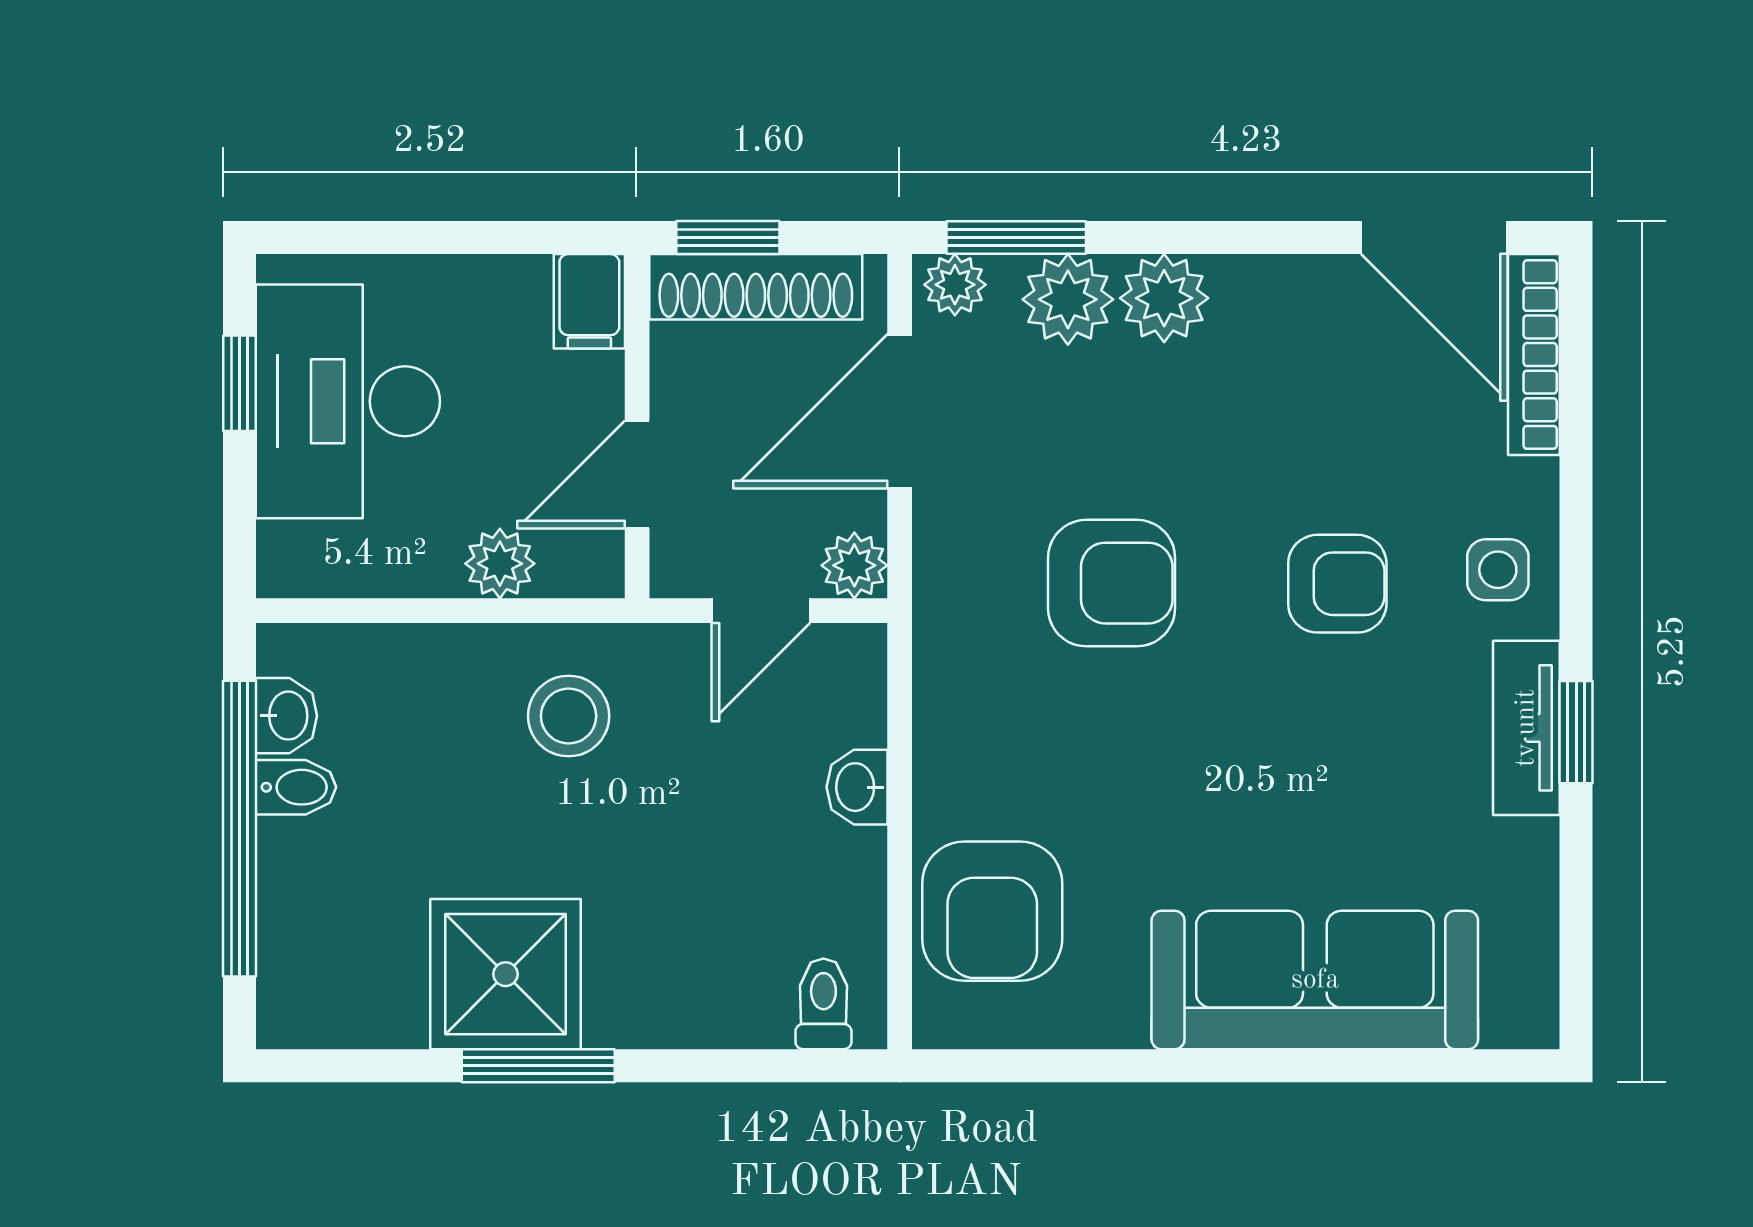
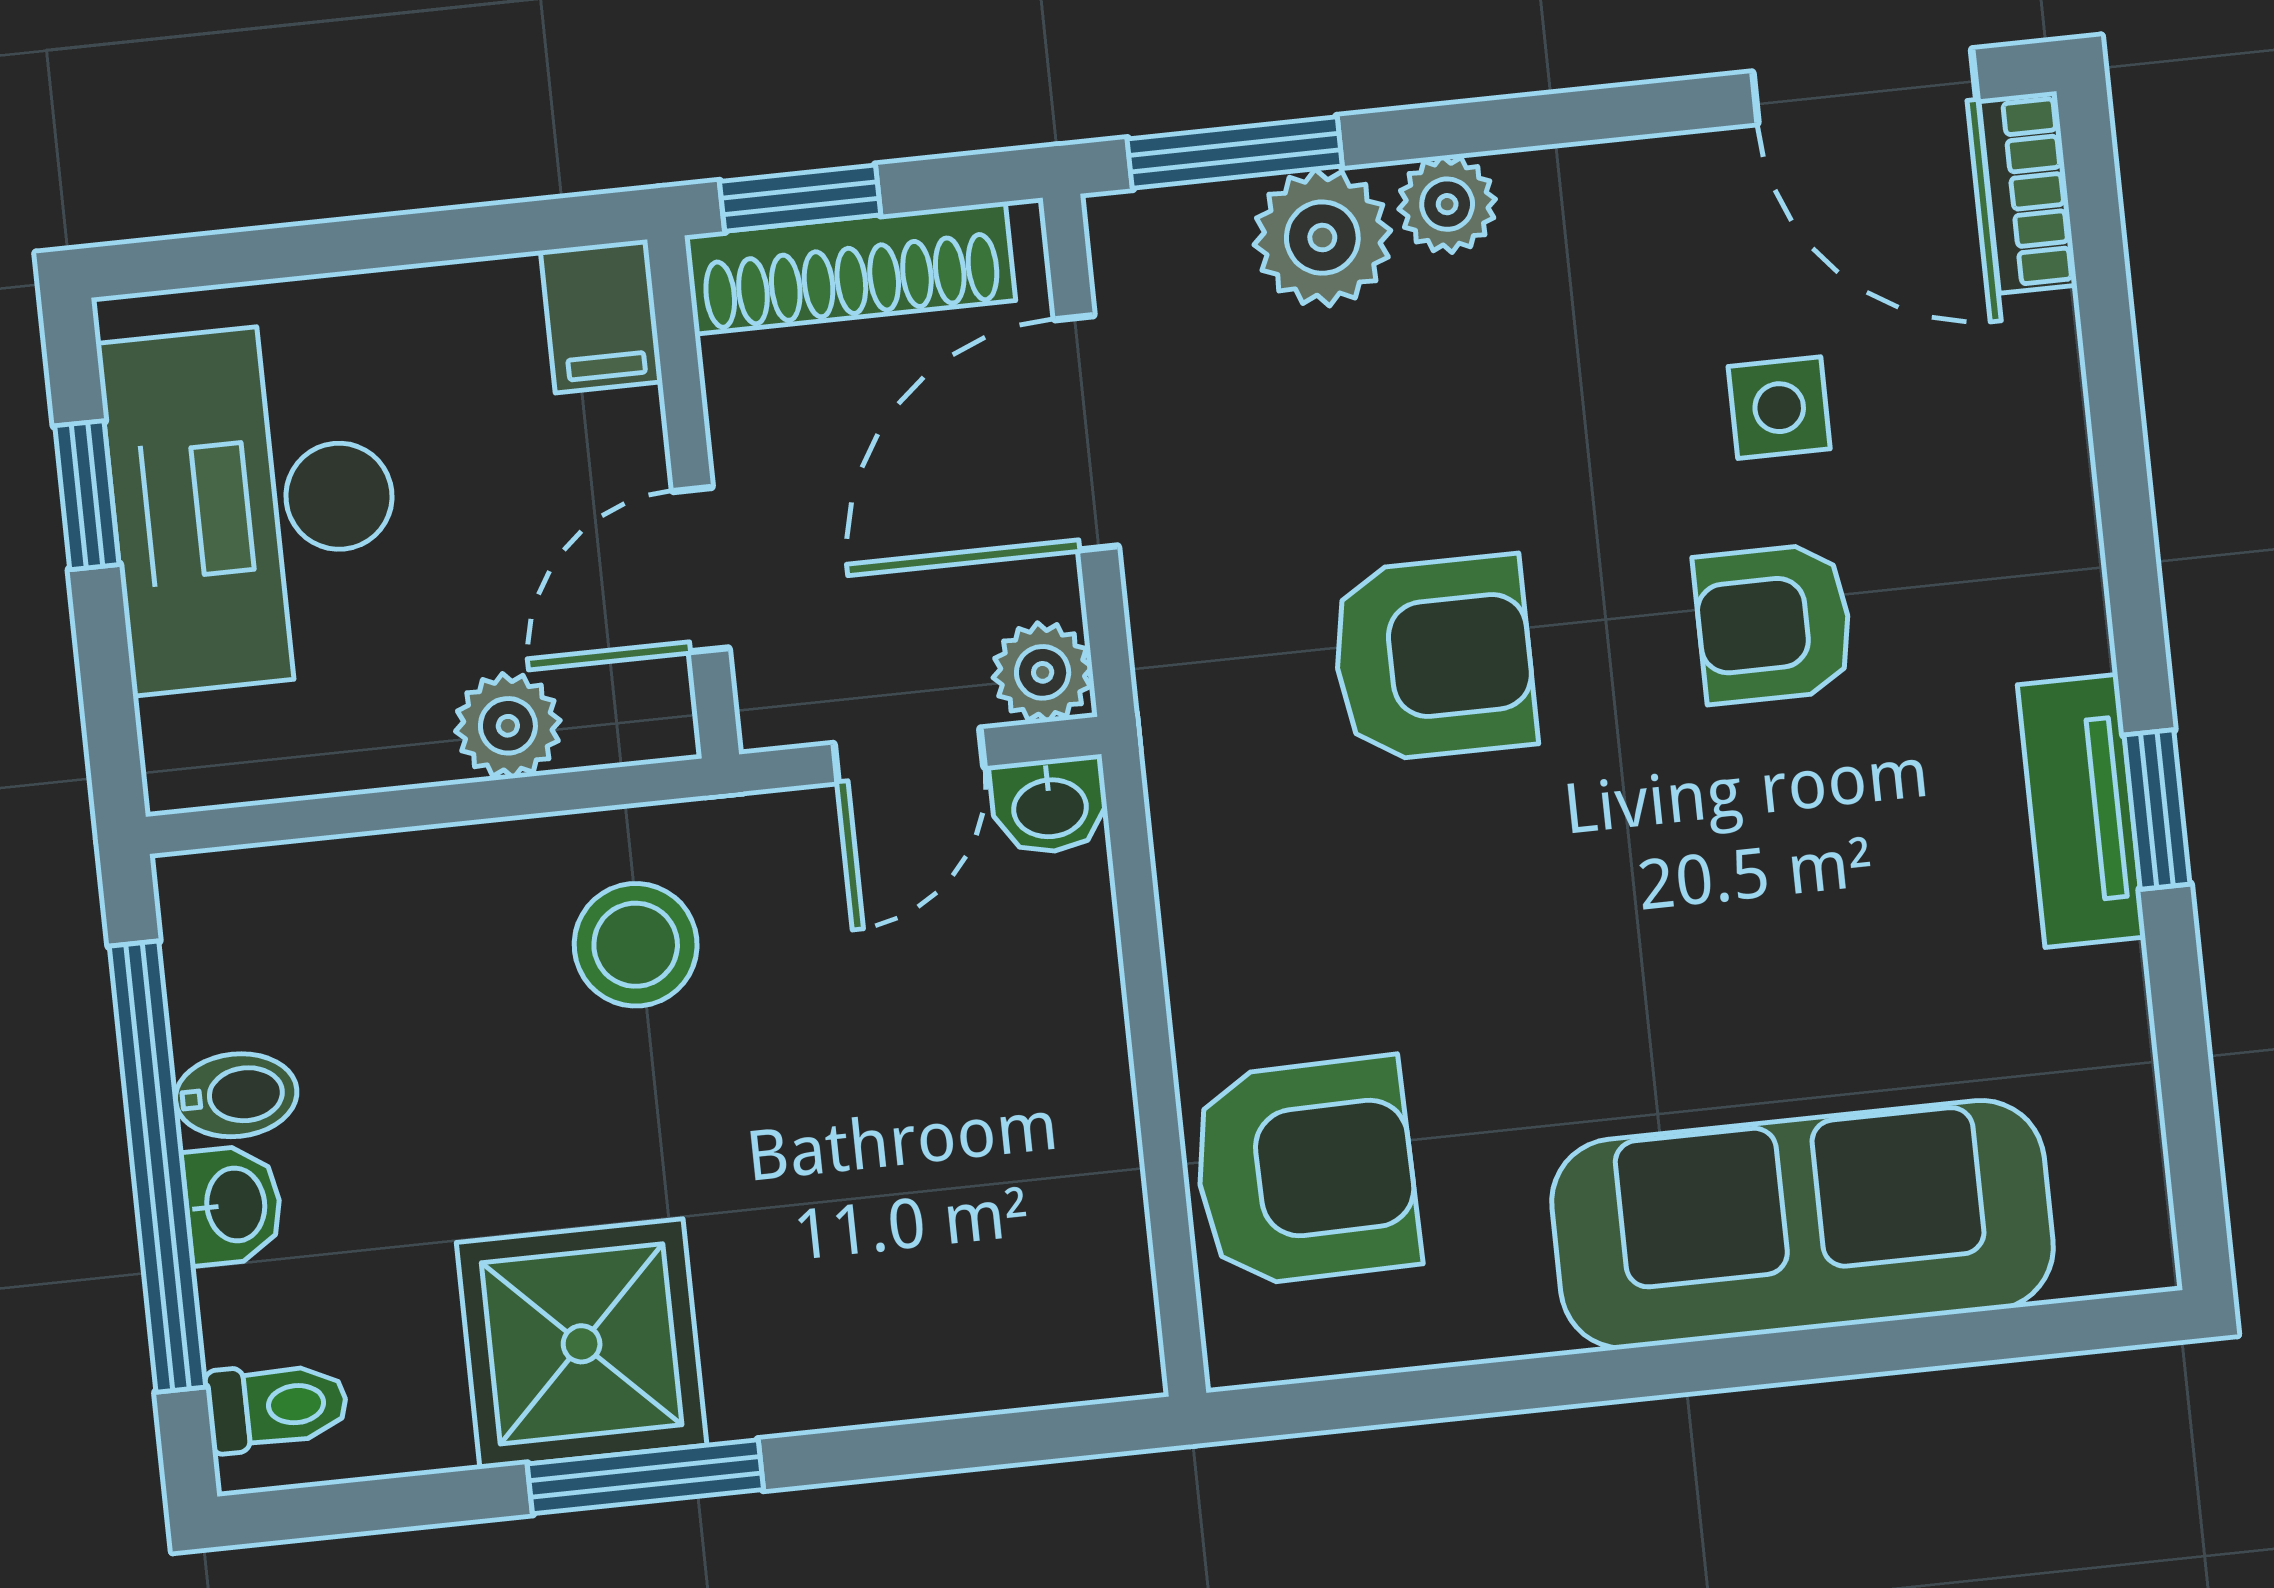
plant: (955, 285) -> (1150, 233), removed
plant: (1164, 298) -> (1447, 204), width x0.73, depth x0.73
bookcase: (1534, 355) -> (2028, 192), width x0.64
side table: (1498, 570) -> (1779, 408), moved
armchair: (1337, 584) -> (1774, 623), turned 180
washbasin: (286, 716) -> (233, 1205), moved
washbasin: (857, 787) -> (1050, 806), moved, turned -90
armchair: (992, 911) -> (1305, 1172), turned -91
toilet: (823, 1004) -> (277, 1406), moved, turned 90

